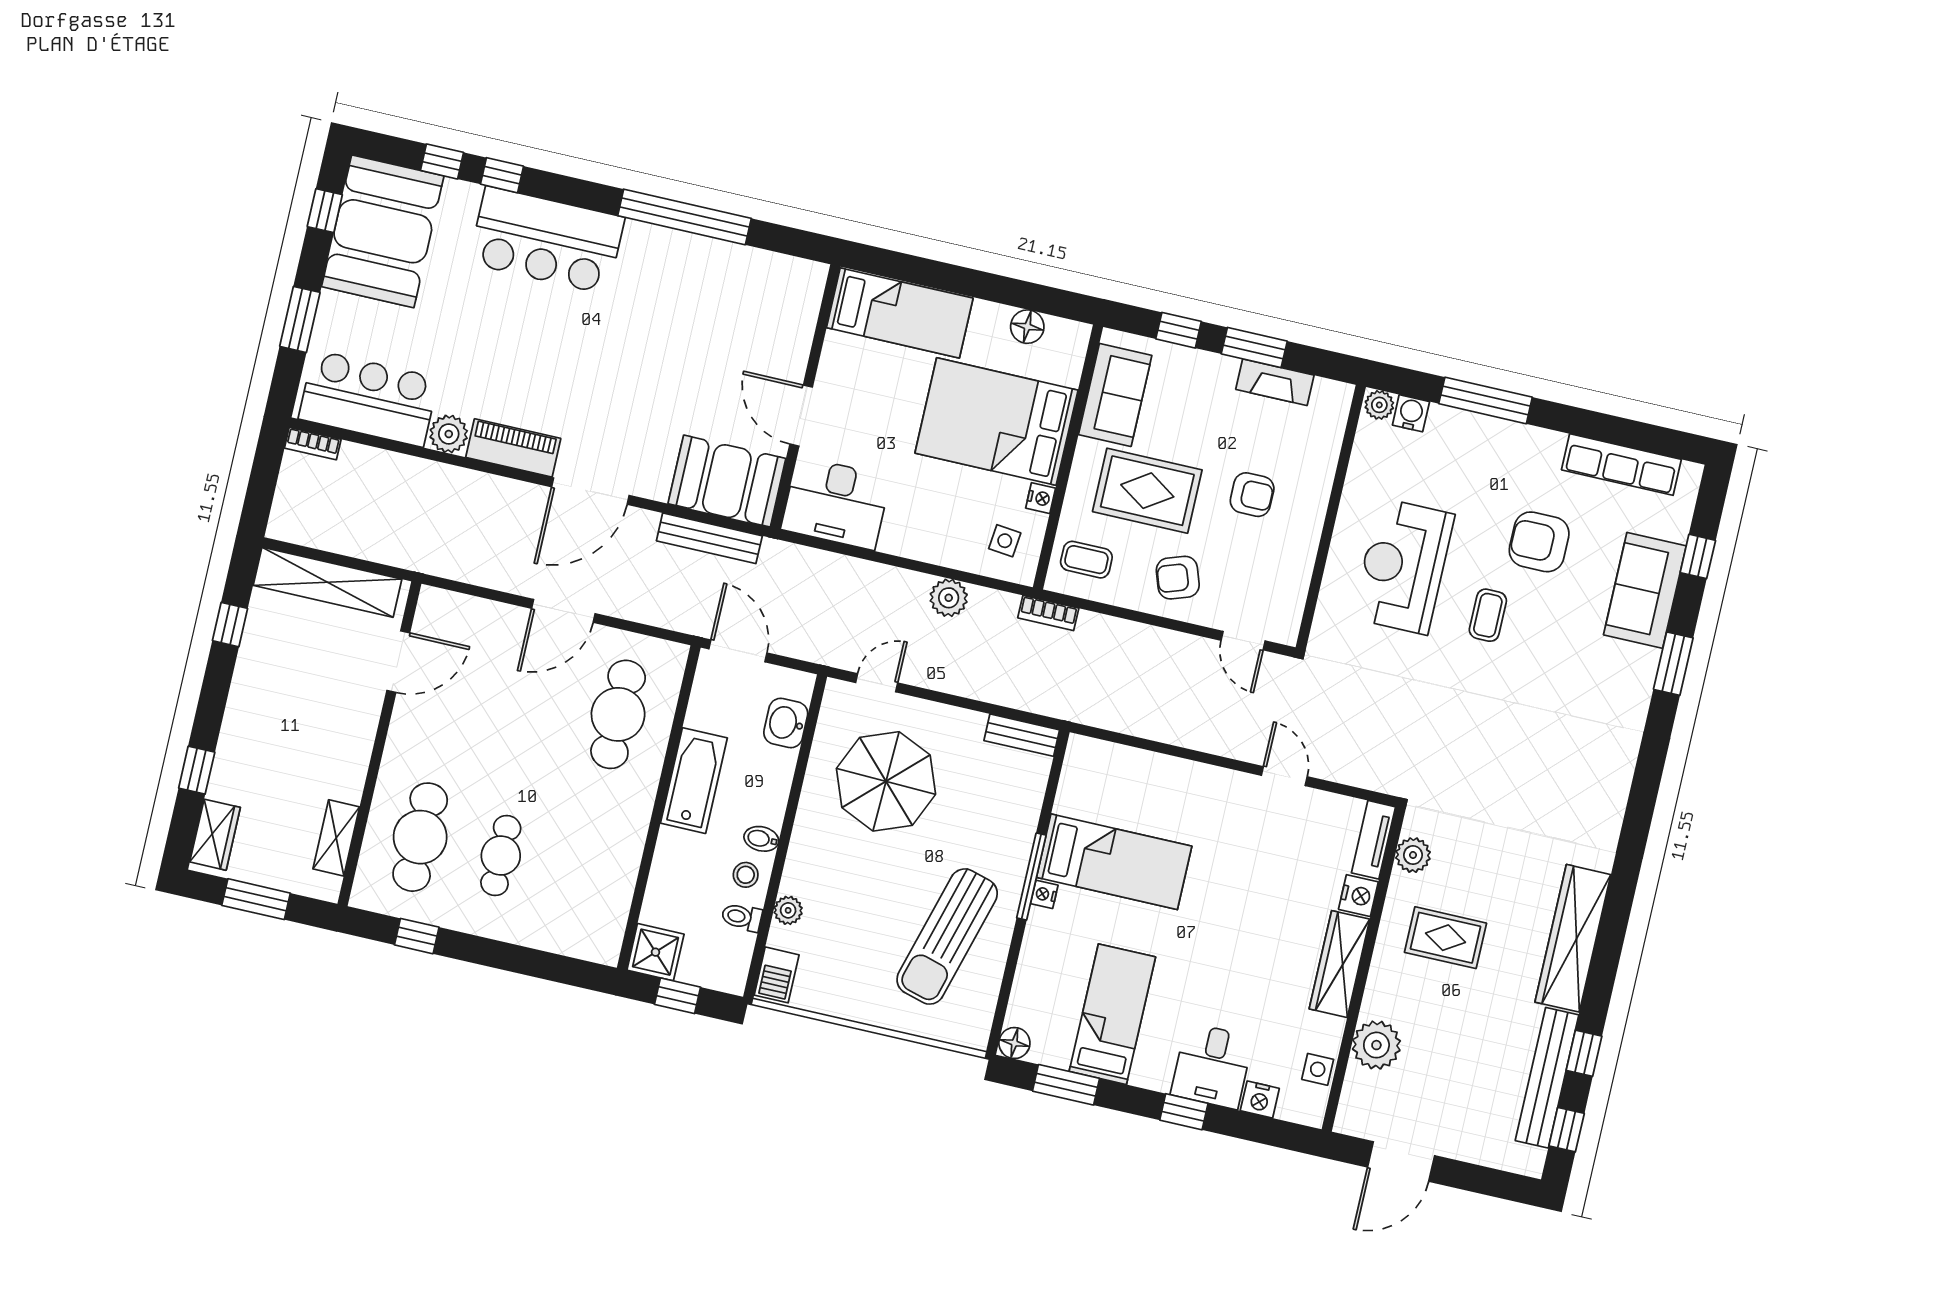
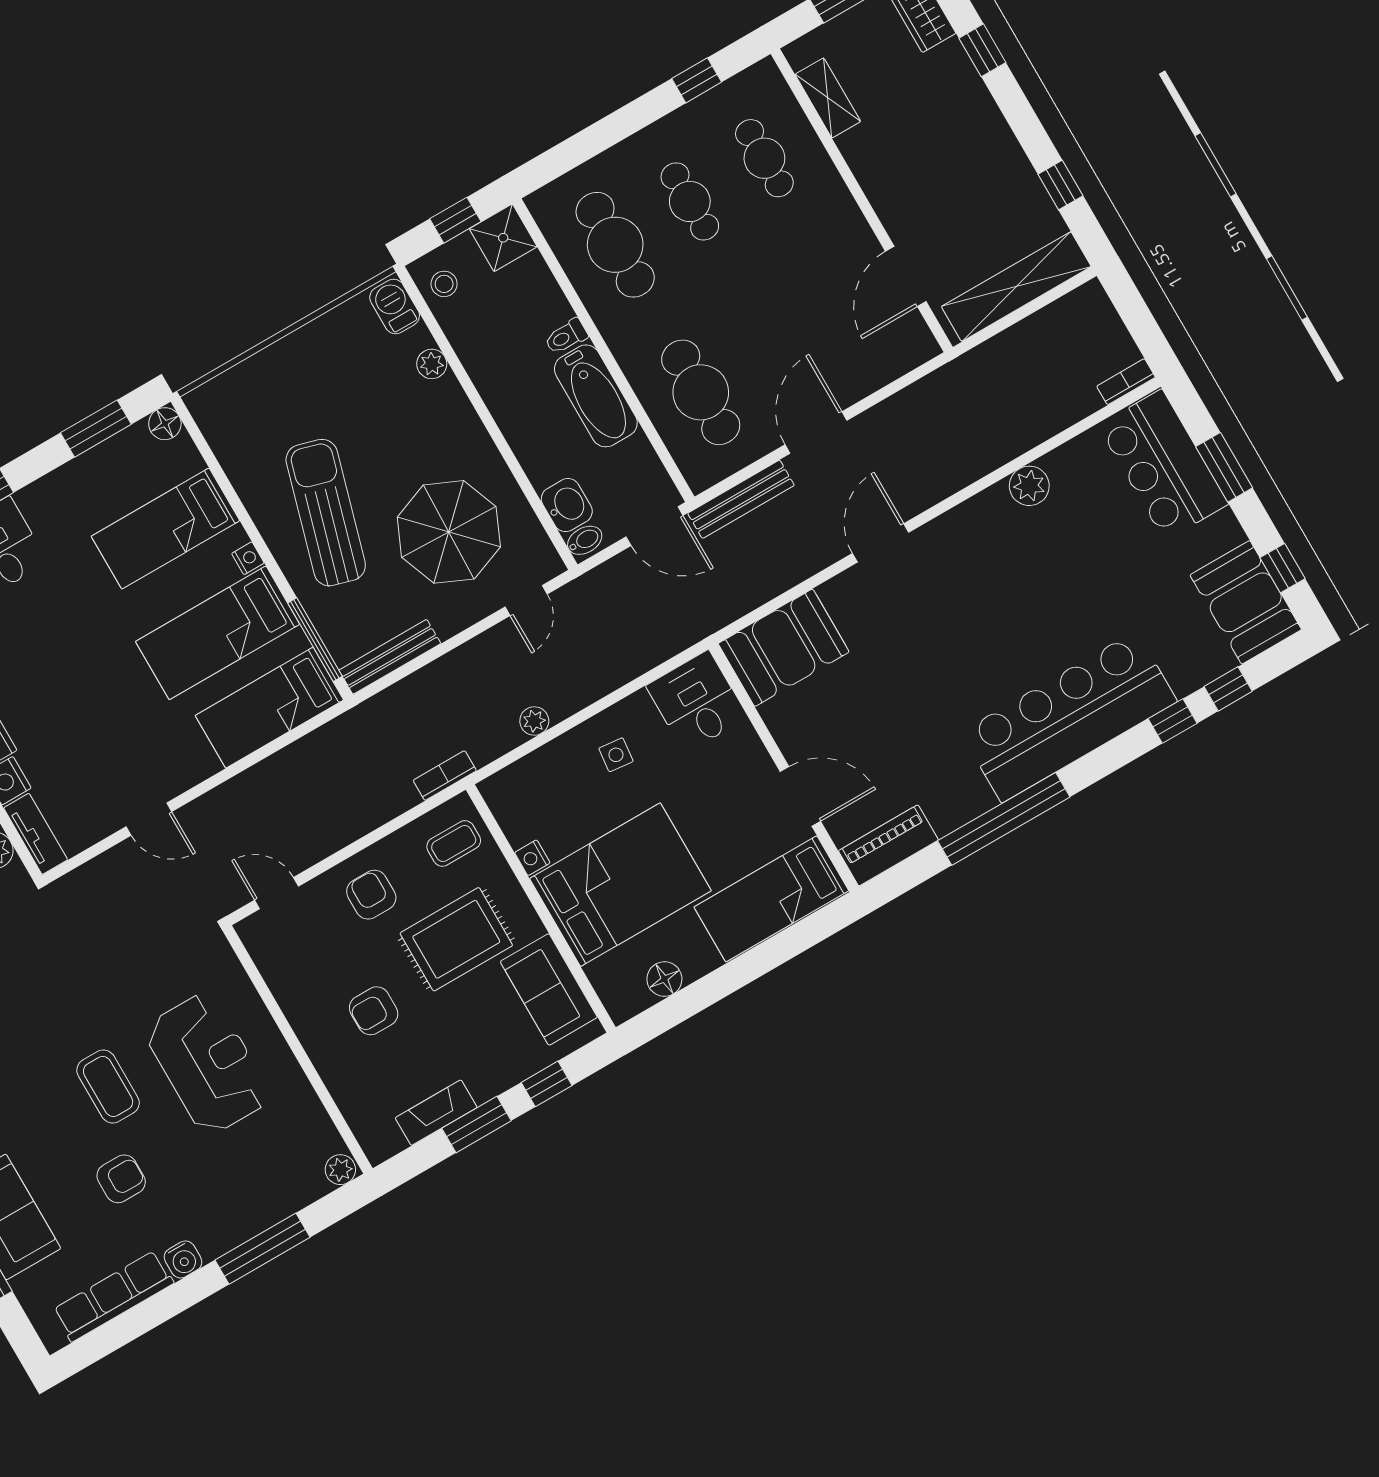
booth: (383, 231) -> (1246, 602), width x0.73, depth x0.70
bar counter: (547, 240) -> (1069, 717), width x1.36
bar counter: (369, 398) -> (1163, 465), moved, turned 90
water cooler: (1411, 413) -> (183, 1259), moved
door: (801, 416) -> (800, 796), moved
piano: (513, 448) -> (888, 845), moved, turned 180
door: (590, 491) -> (881, 543), width x0.73
desk: (836, 503) -> (697, 702), width x0.73
bench: (709, 538) -> (741, 499), moved
side table: (1005, 541) -> (616, 755), moved
armchair: (1539, 542) -> (121, 1179), width x0.72, depth x0.72
armchair: (1178, 578) -> (371, 895), turned -71
plant: (949, 598) -> (534, 721), width x0.73, depth x0.73
coffee table: (1488, 615) -> (108, 1086), width x1.36, depth x1.30
bench: (1022, 735) -> (390, 657), width x1.36
bed: (1127, 775) -> (269, 708), added
cafe table: (420, 837) -> (764, 158), width x0.73, depth x0.74
bidet: (761, 839) -> (585, 540), moved
cafe table: (581, 874) -> (615, 245), added
stool: (746, 875) -> (444, 284), moved
window: (1031, 876) -> (315, 640), moved
toilet: (742, 917) -> (566, 337), moved, turned 180
sun lounger: (947, 937) -> (326, 513), moved
bed: (1112, 1014) -> (165, 528), moved, turned 90

